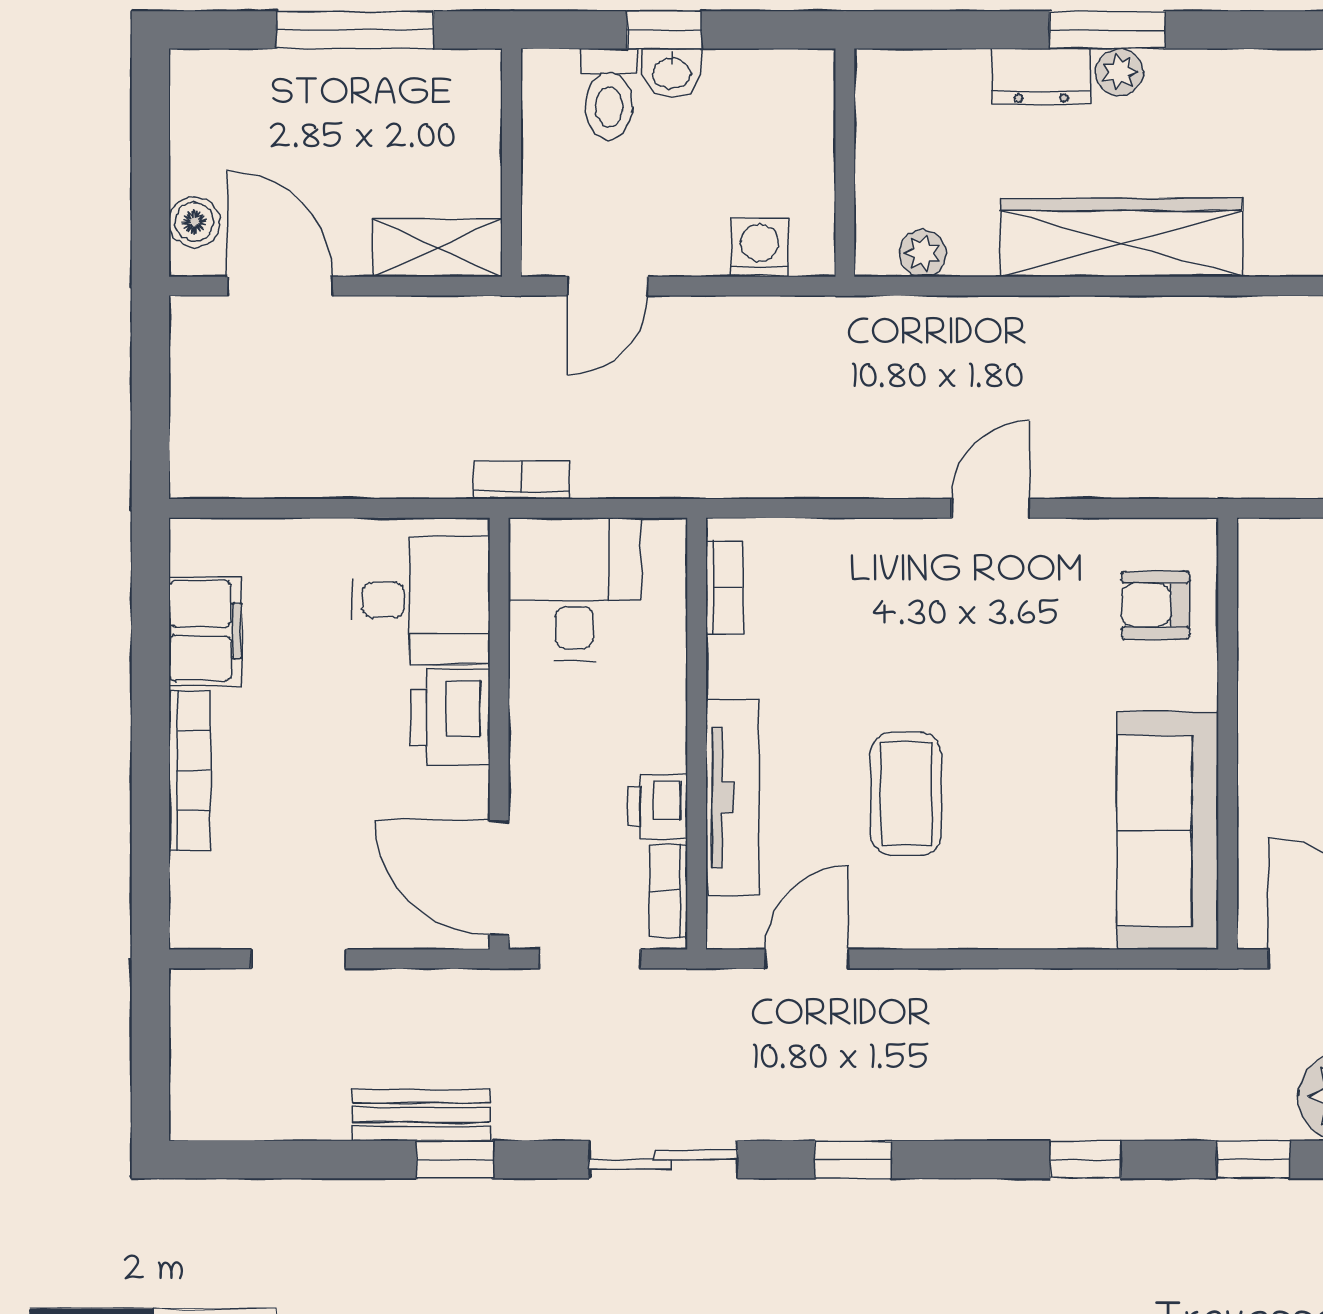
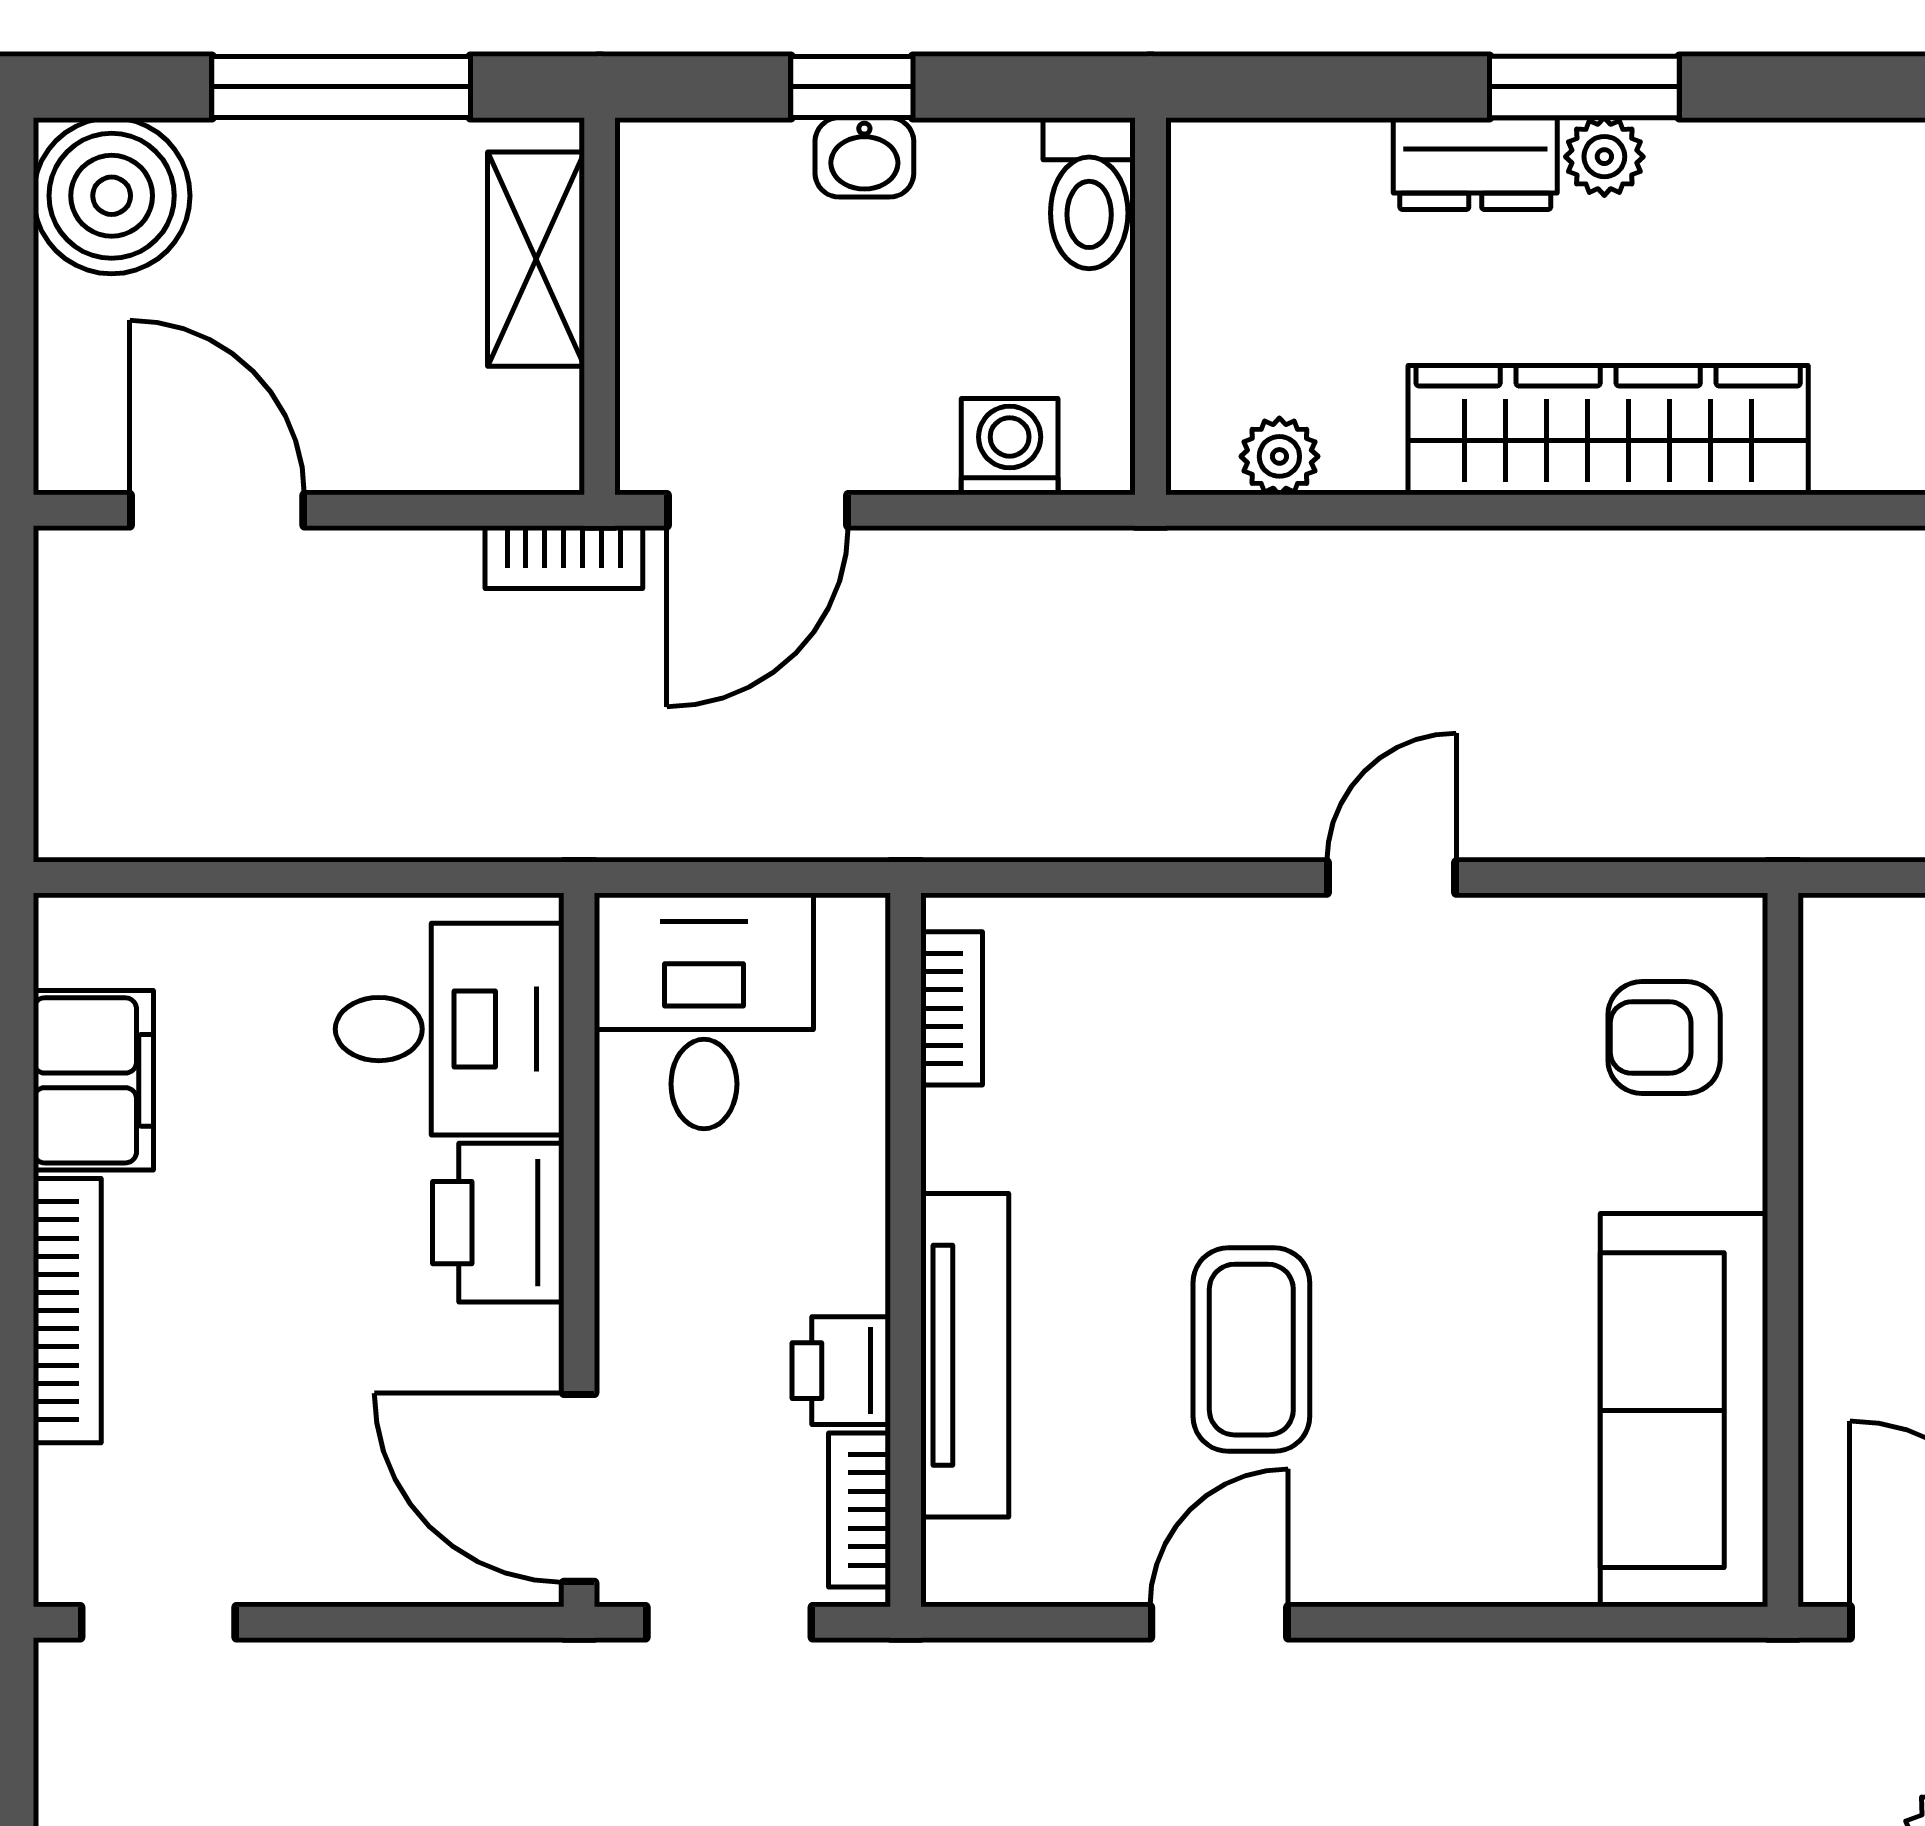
toilet: (609, 94) -> (1089, 193), moved
boiler: (194, 222) -> (112, 196), moved, width x1.86, depth x1.86
shelving: (437, 248) -> (536, 259), moved, turned 90
door: (607, 286) -> (758, 510), width x1.38
bookcase: (521, 480) -> (564, 557), moved, turned 180
doorway: (298, 959) -> (158, 1622), moved
door: (807, 959) -> (1219, 1622), moved

